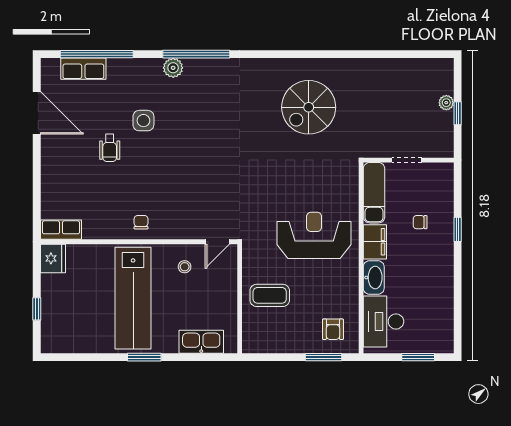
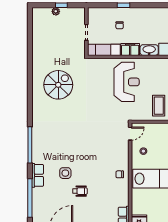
plant: (173, 68) -> (37, 157), removed
row of seats: (83, 69) -> (38, 175), moved
spiral stairs: (309, 107) -> (58, 85), turned -90
reception desk: (314, 235) -> (127, 82), turned 180
door: (217, 242) -> (130, 134), hinge flipped

